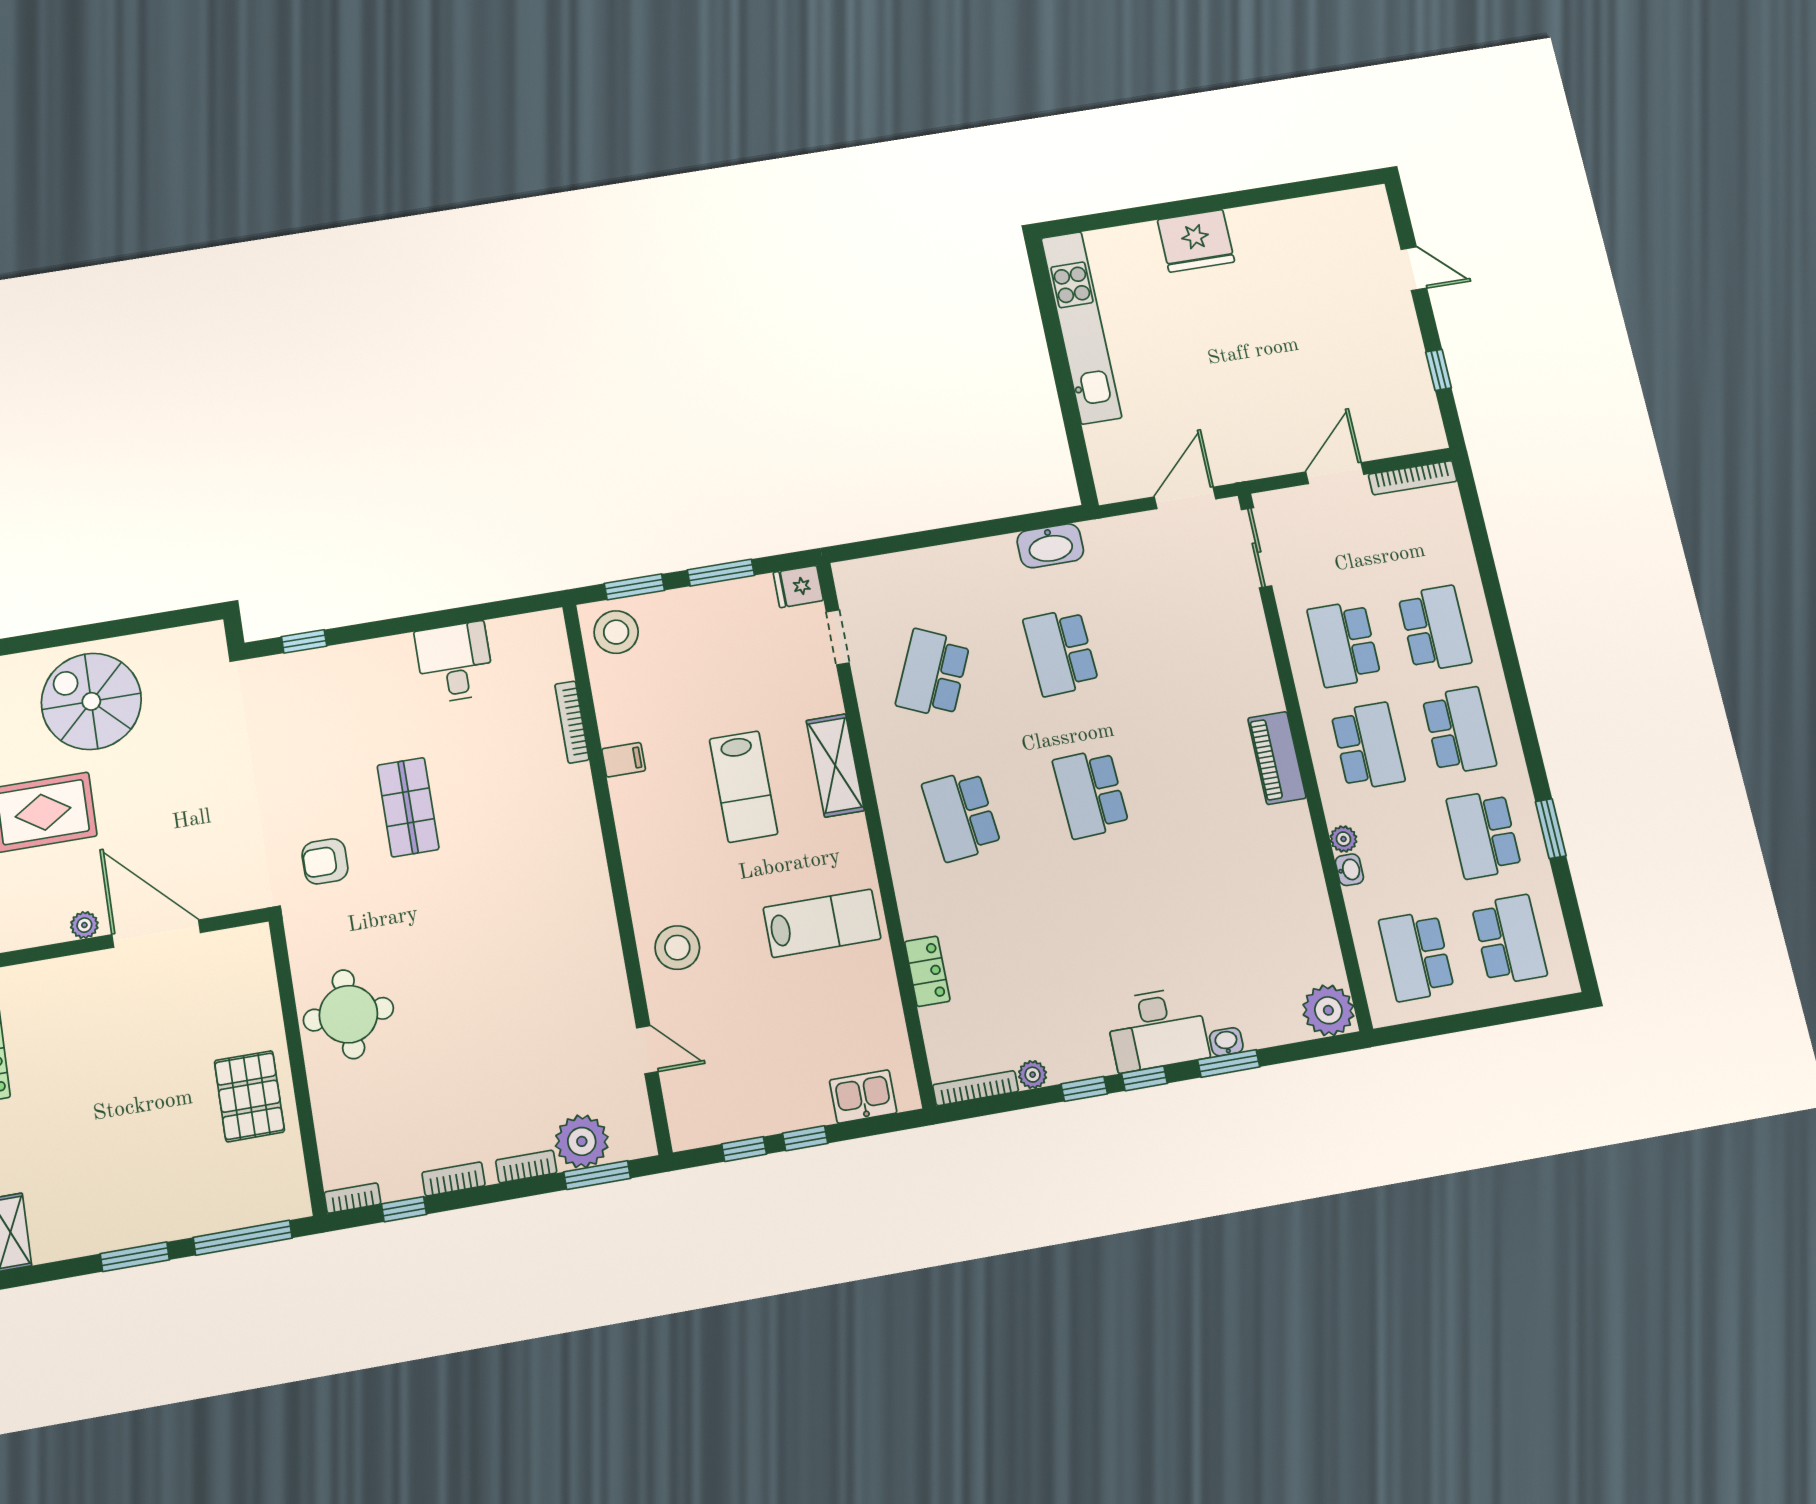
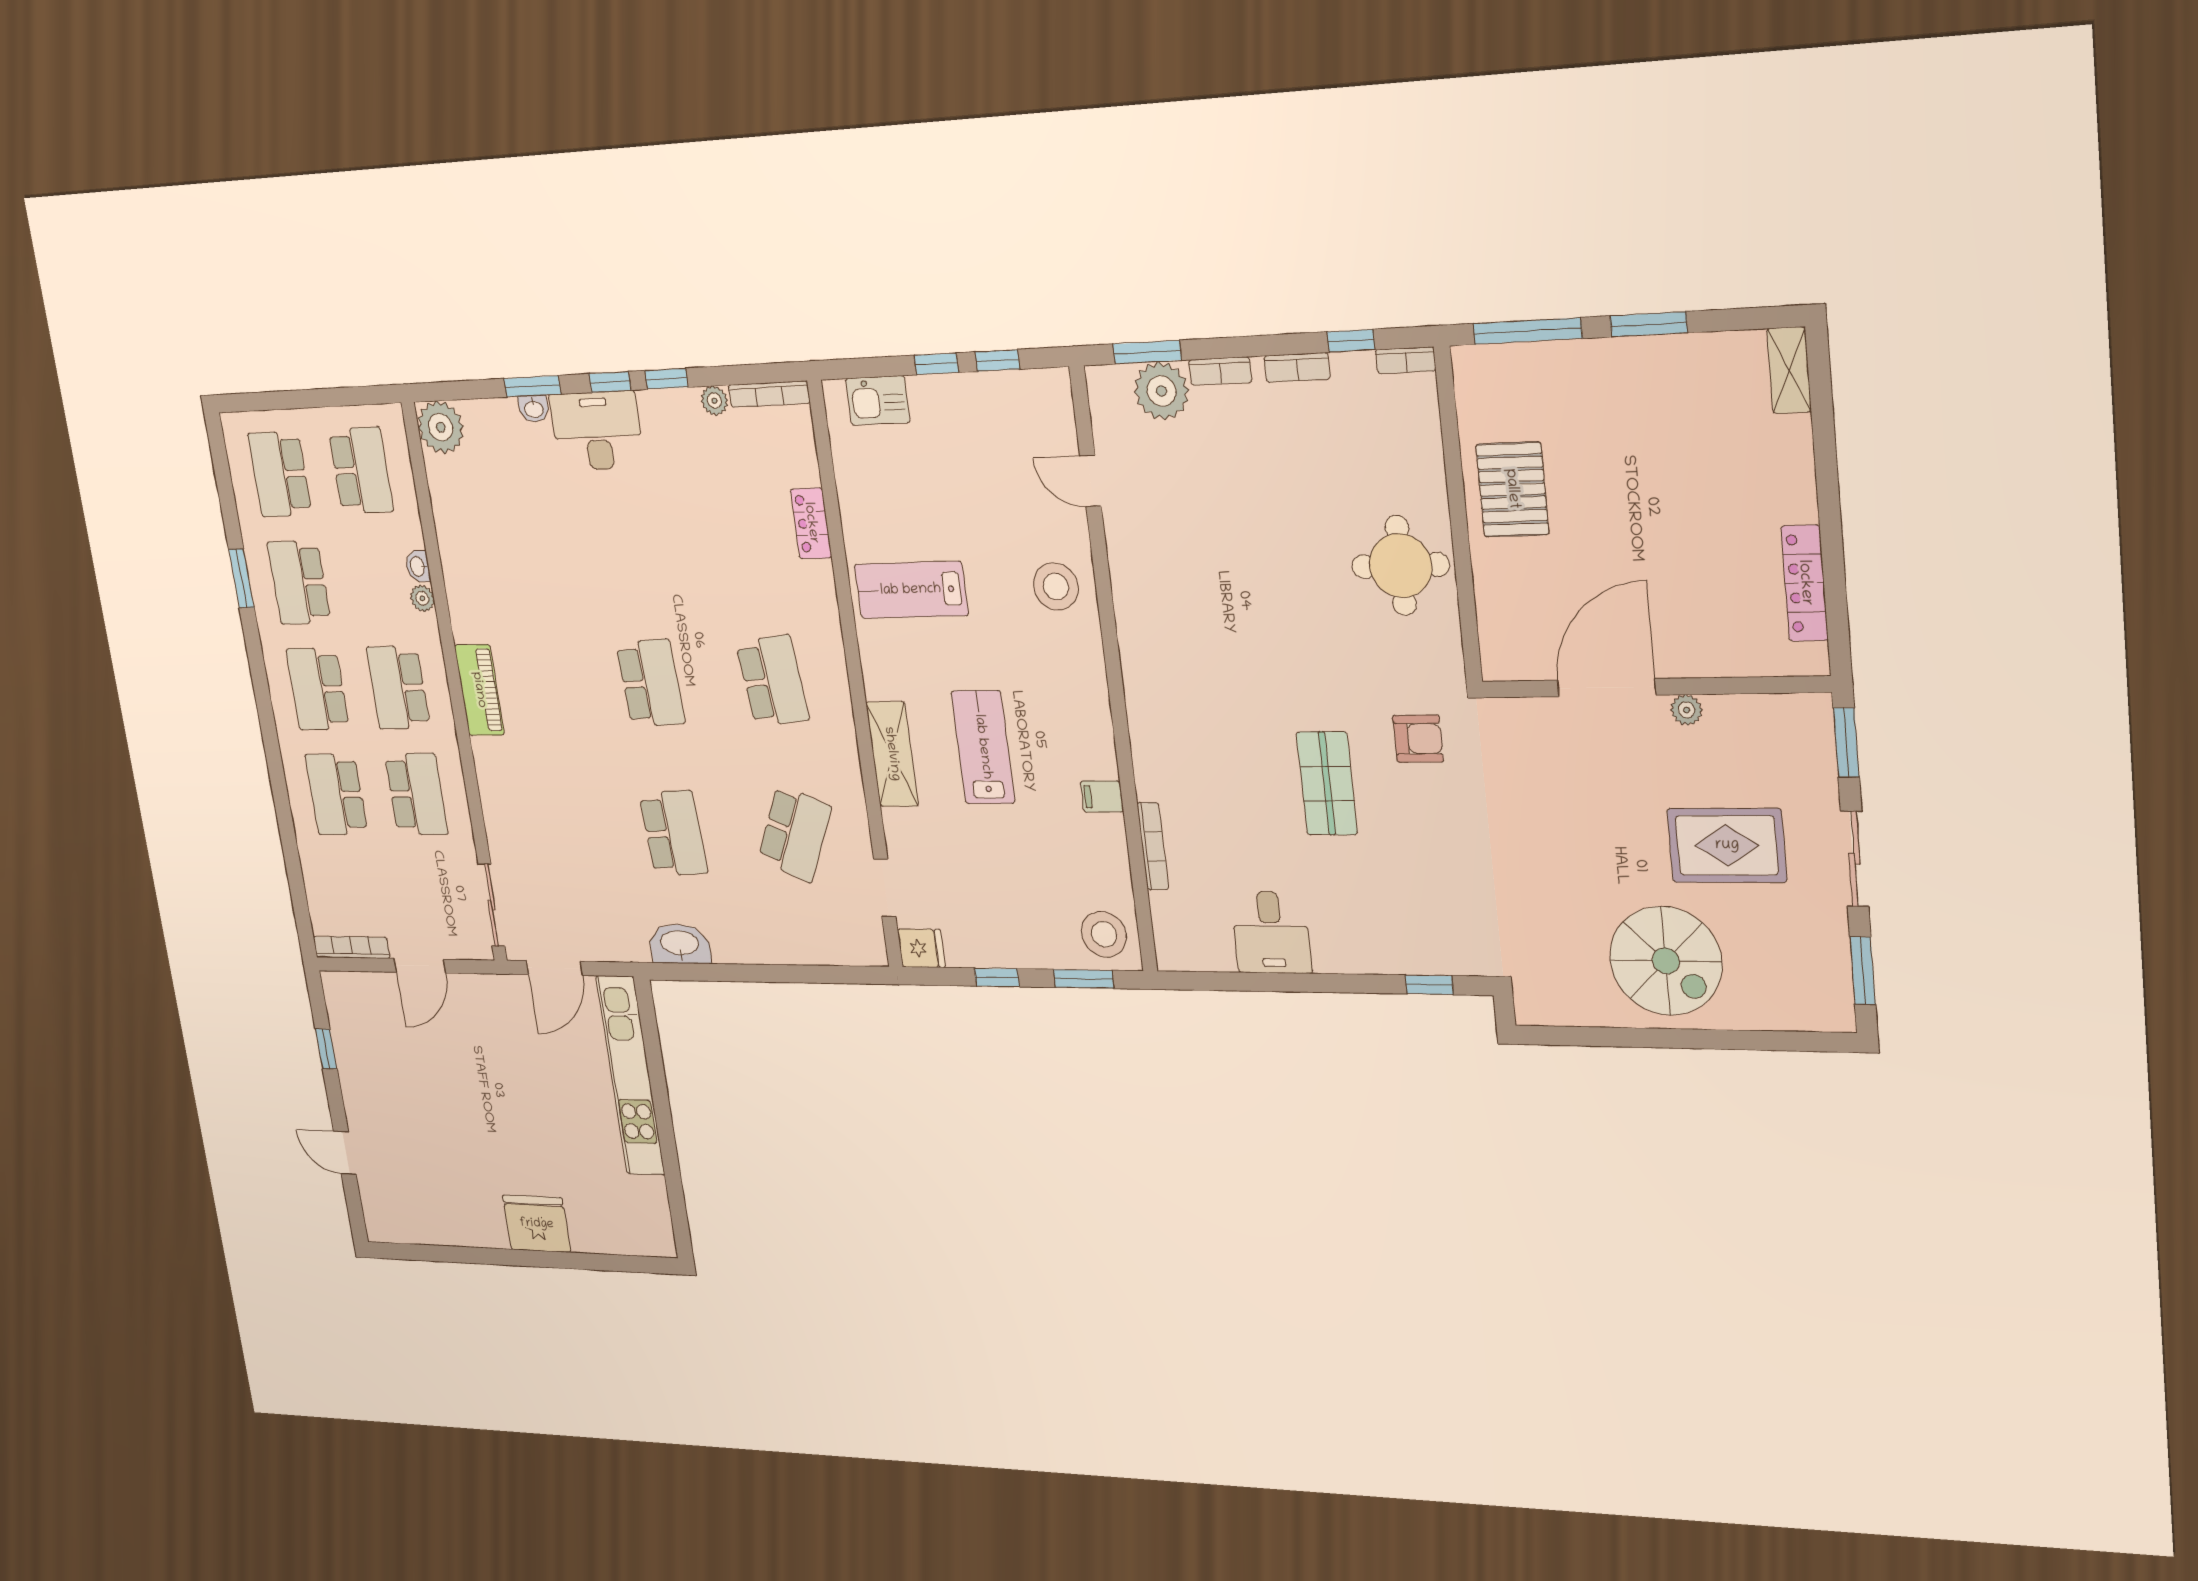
kitchen unit: (1081, 327) -> (630, 1076), moved
window: (721, 573) -> (997, 977), width x0.67
school desk: (1484, 834) -> (299, 582), turned 180
door: (156, 934) -> (1607, 688), swing flipped

